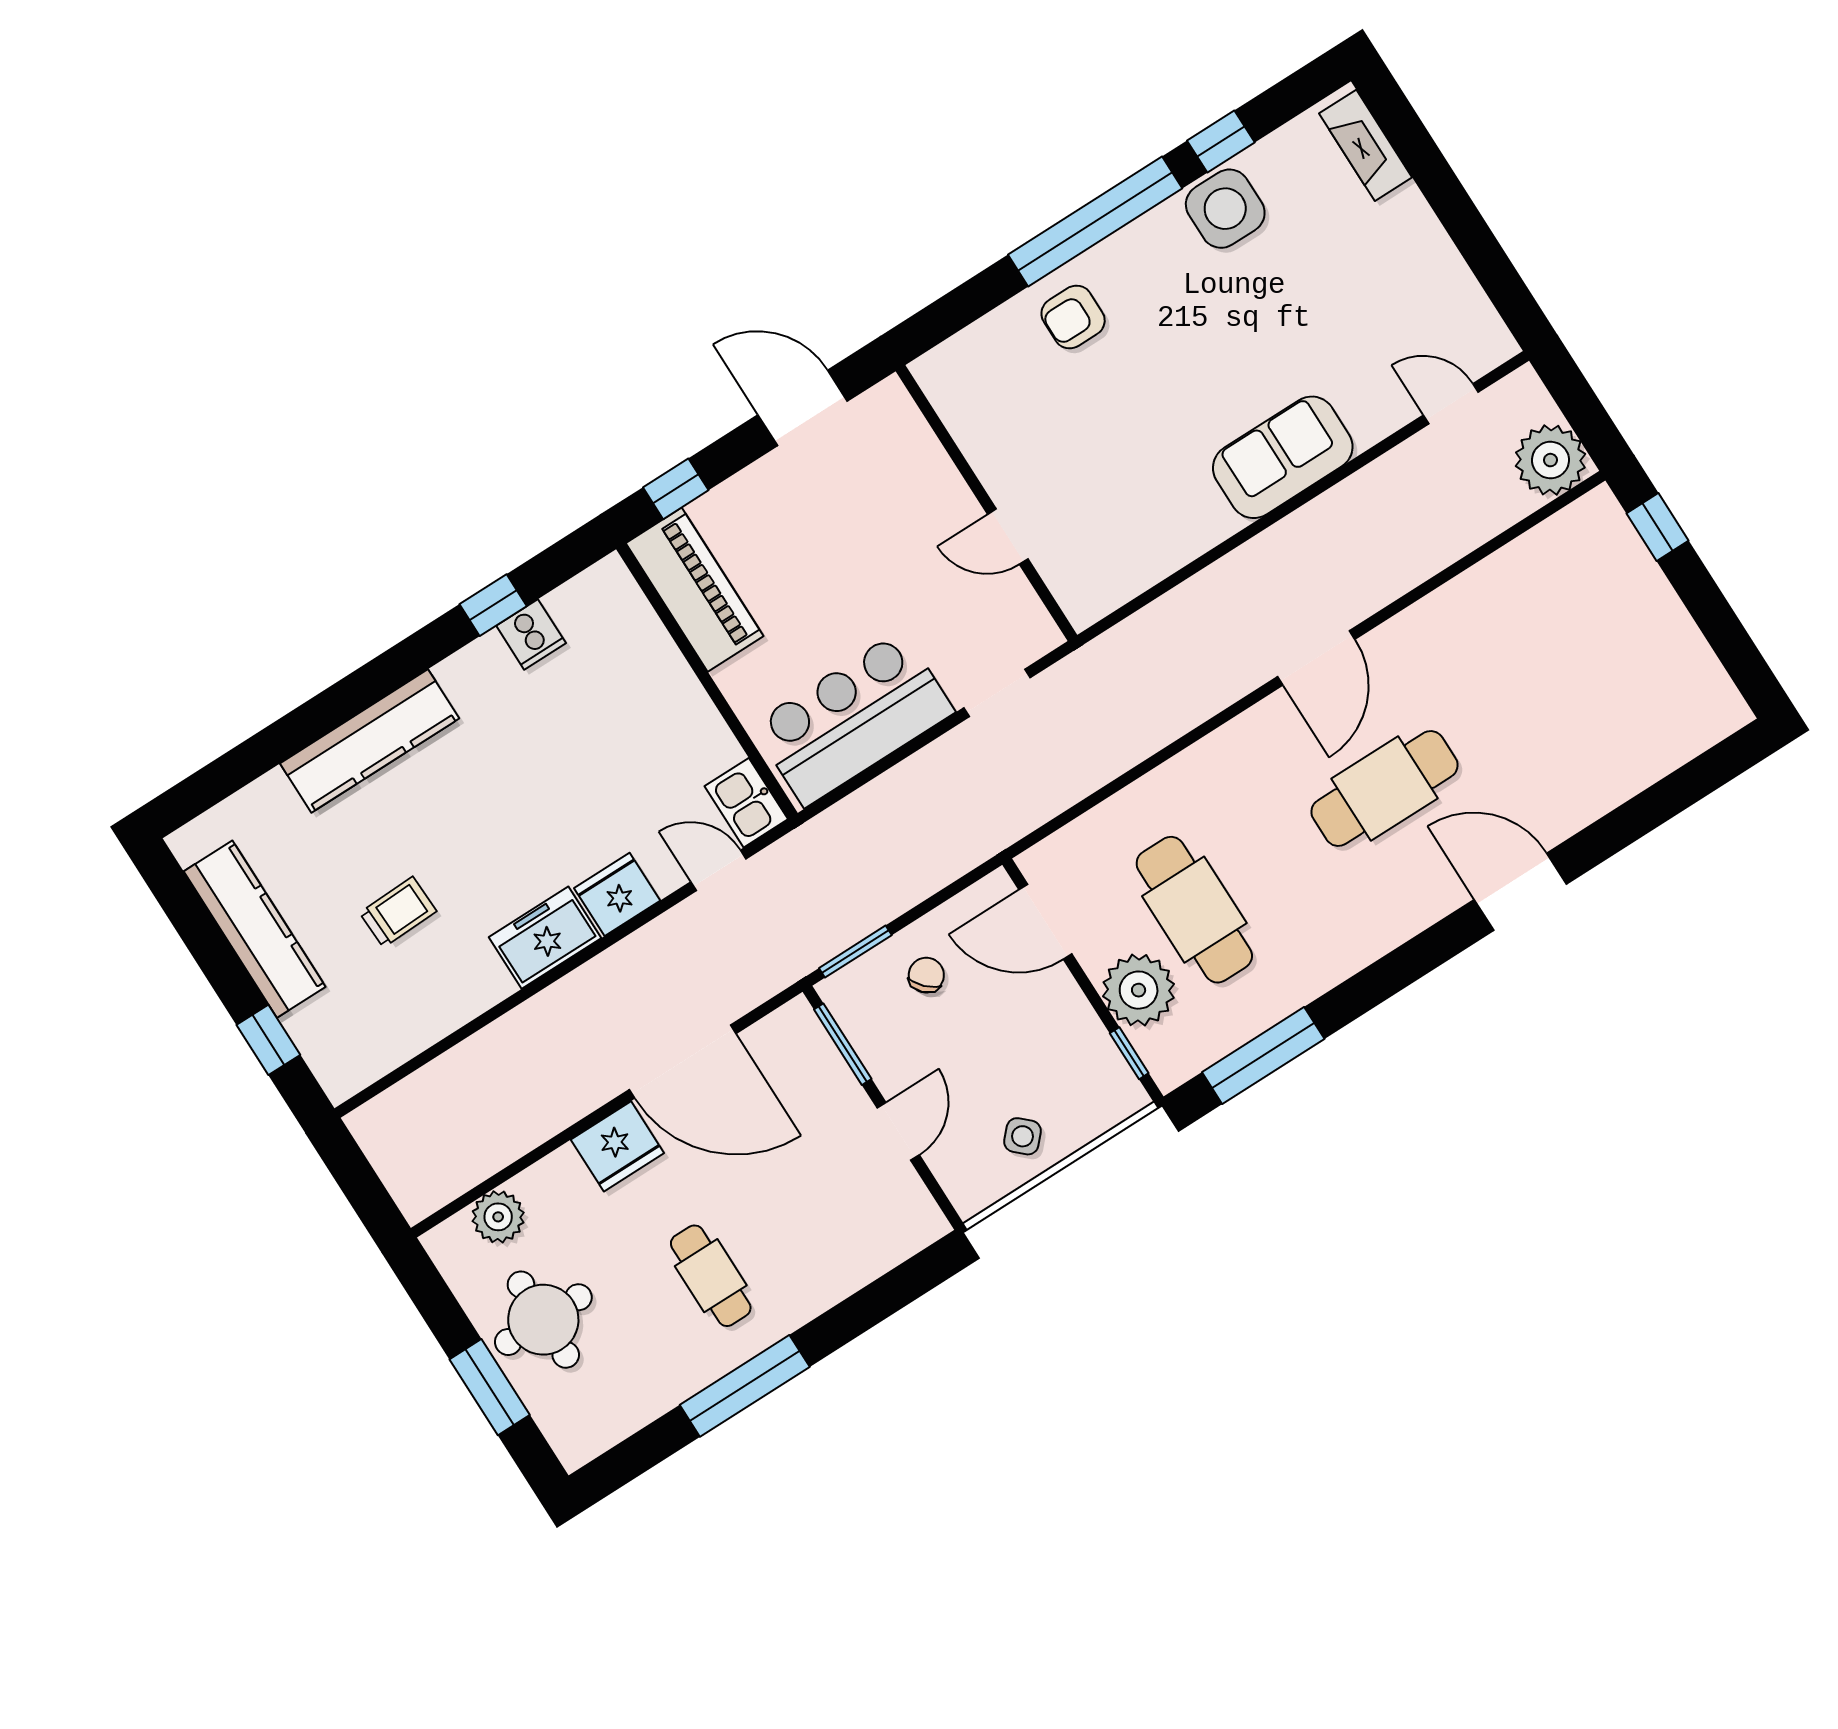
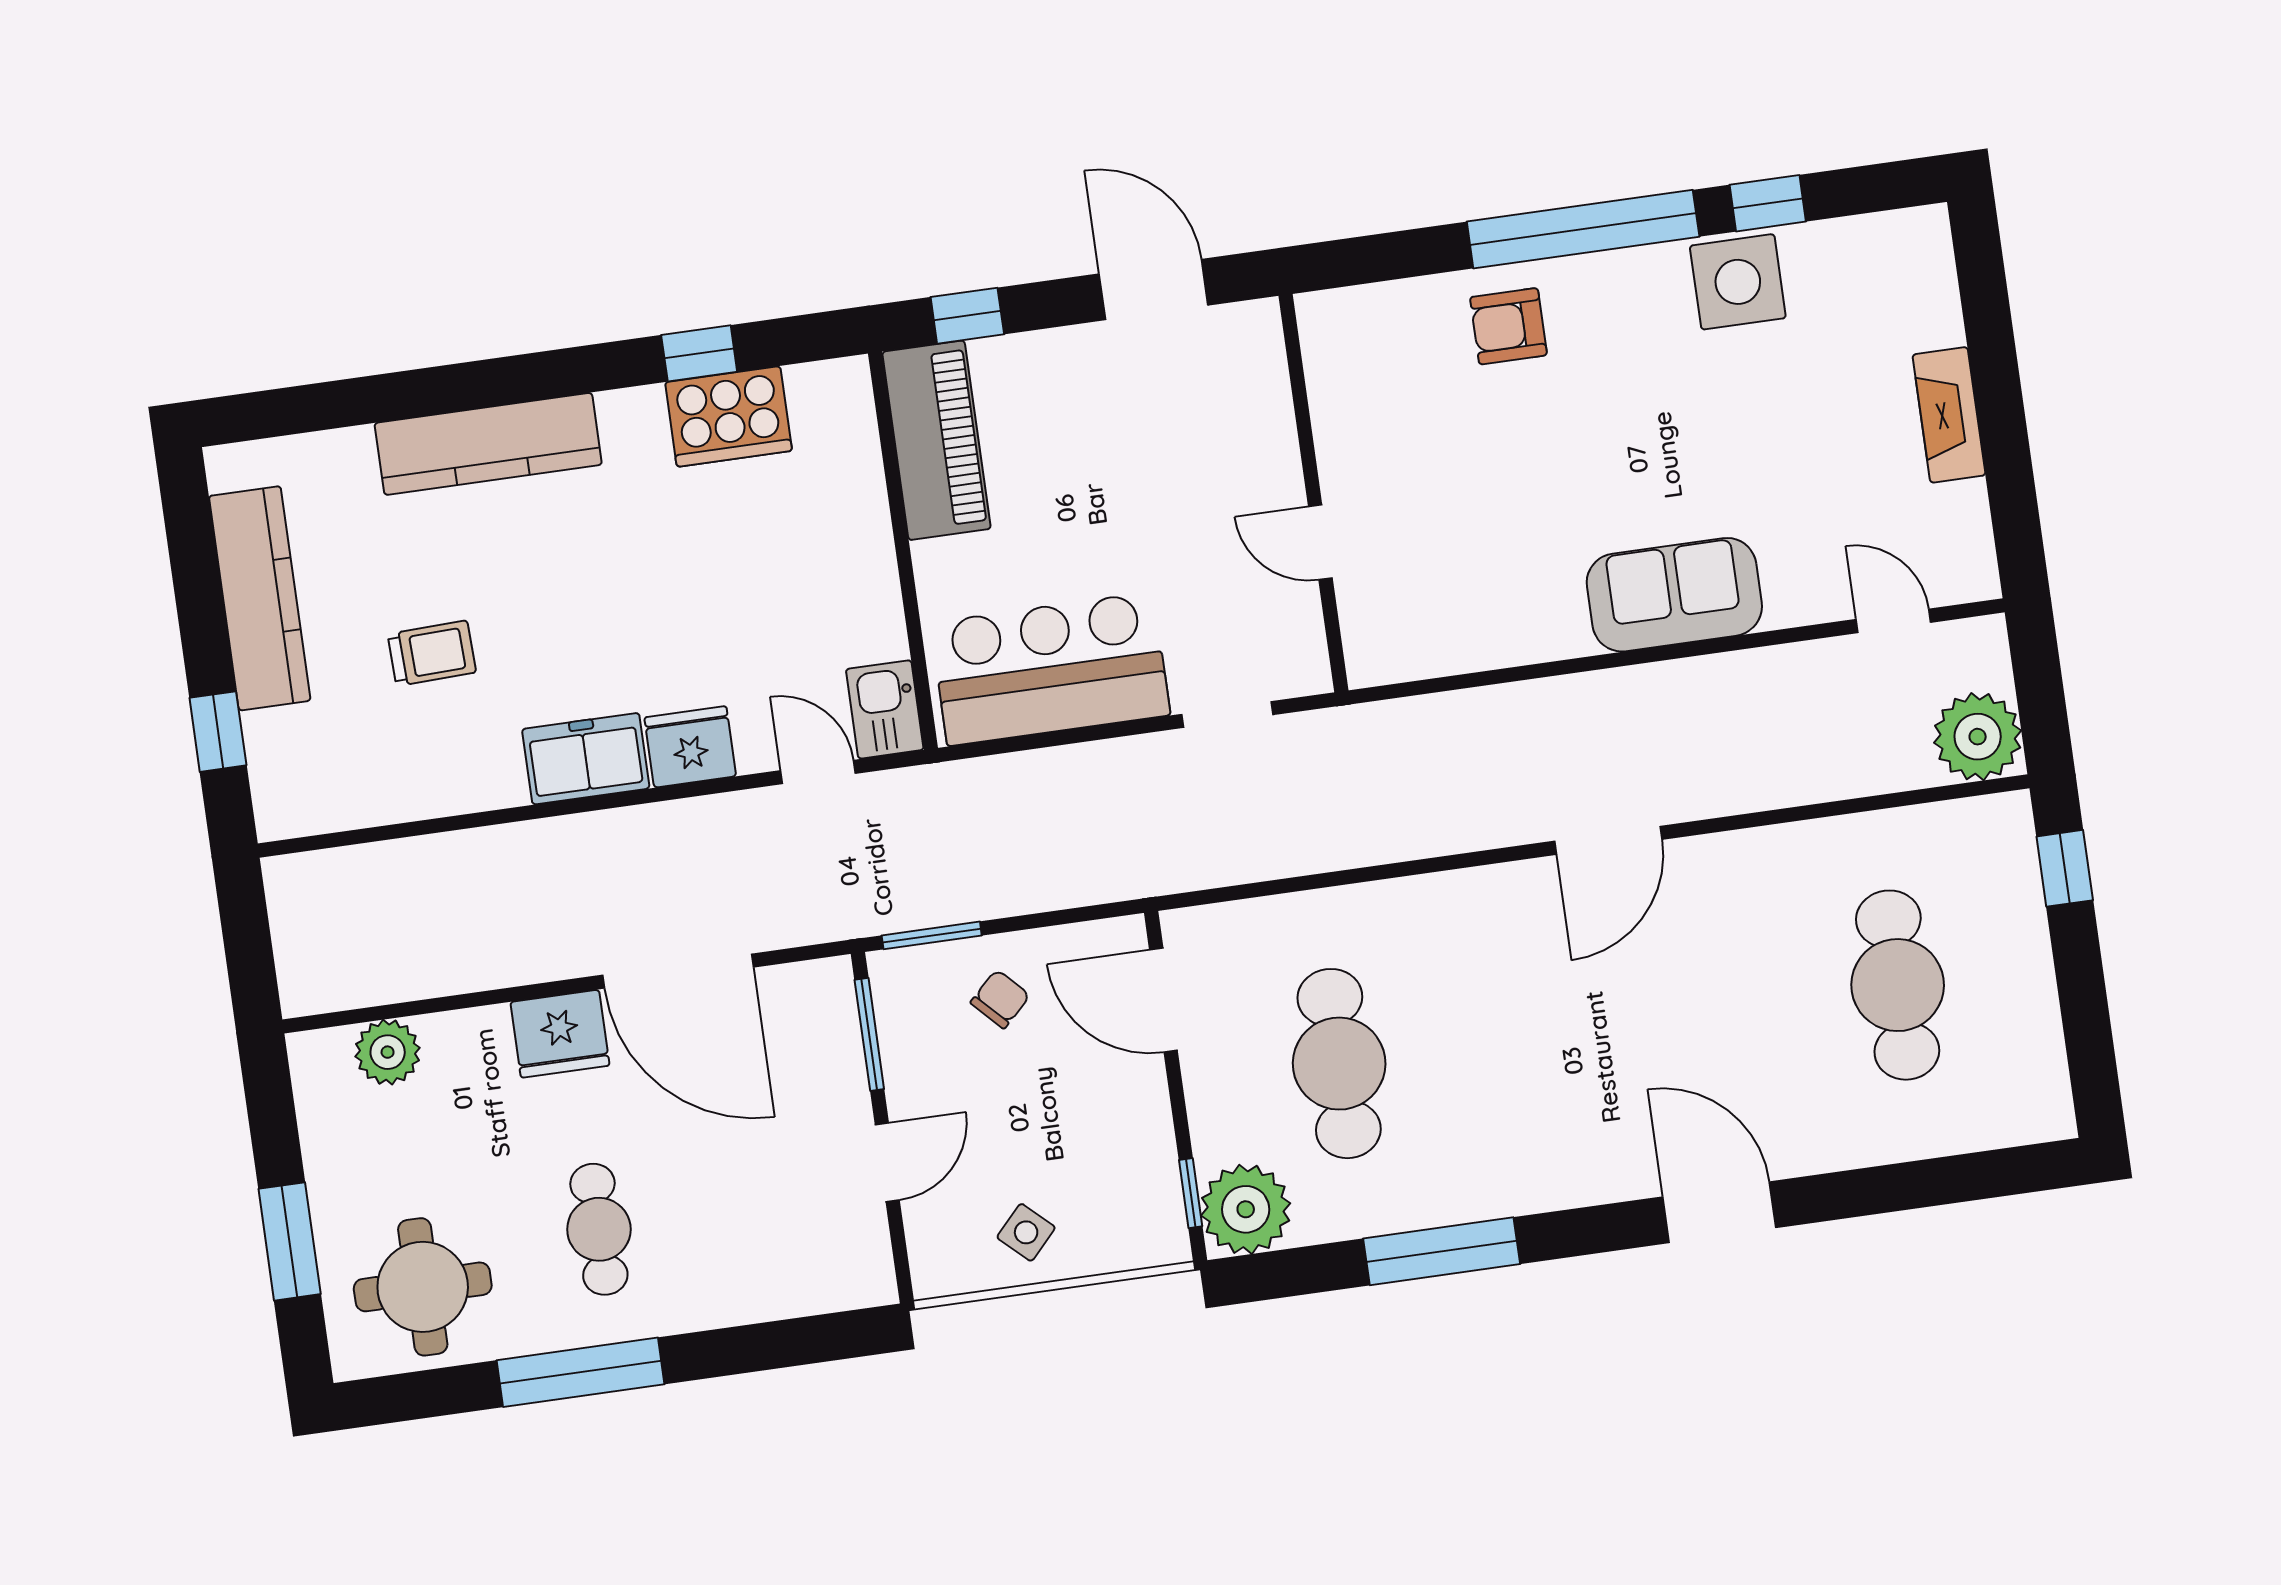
fireplace: (1366, 145) -> (1949, 415), moved
cooker: (531, 634) -> (729, 416), width x1.87, depth x1.31
cafe table: (1384, 789) -> (1898, 985), moved, turned 90
plant: (1139, 990) -> (1246, 1209), moved
window: (1263, 1056) -> (1442, 1251), moved
round table: (543, 1320) -> (423, 1287), moved

